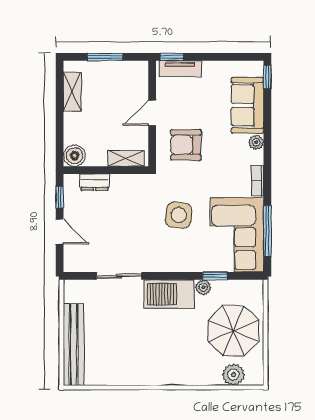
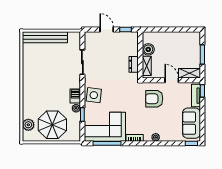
shelving: (72, 92) -> (190, 73), moved
sofa: (247, 105) -> (191, 123), moved, turned -90
armchair: (186, 145) -> (154, 99), turned -90
boiler: (74, 156) -> (148, 49), moved
dresser: (94, 182) -> (134, 64), moved
side table: (179, 215) -> (94, 95), moved
door: (60, 232) -> (107, 30), swing flipped
barbecue: (169, 294) -> (75, 96), width x0.53, depth x0.65

